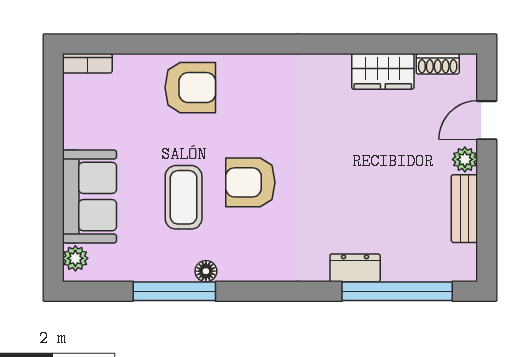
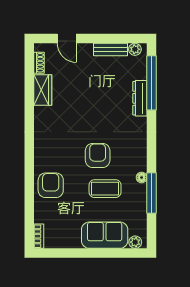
plant: (465, 159) -> (135, 49), moved
armchair: (250, 182) -> (98, 155), turned 180
dresser: (355, 268) -> (140, 98), width x1.44

